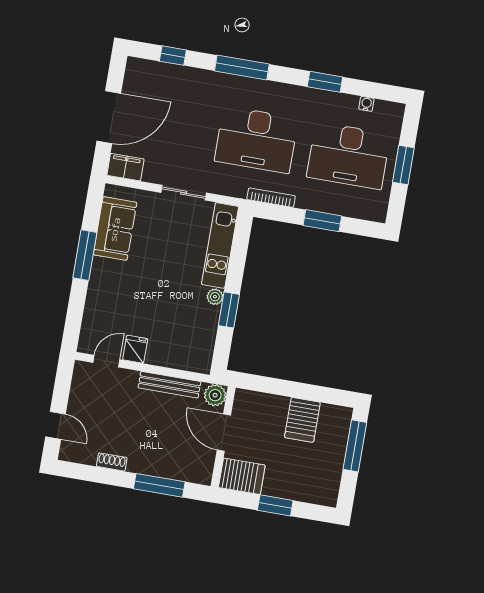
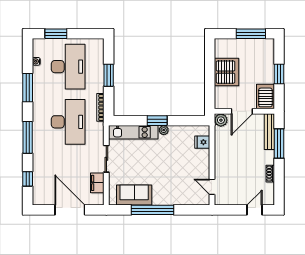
window: (325, 82) -> (28, 88), width x1.44
window: (403, 165) -> (56, 34), moved
filing cabinet: (125, 167) -> (97, 183), moved
window: (85, 255) -> (153, 210), width x1.46
window: (229, 310) -> (157, 121), moved
fridge: (135, 349) -> (202, 142), moved
bench: (169, 385) -> (269, 132), moved
server rack: (302, 420) -> (227, 72), width x1.60
window: (355, 446) -> (251, 34), moved

